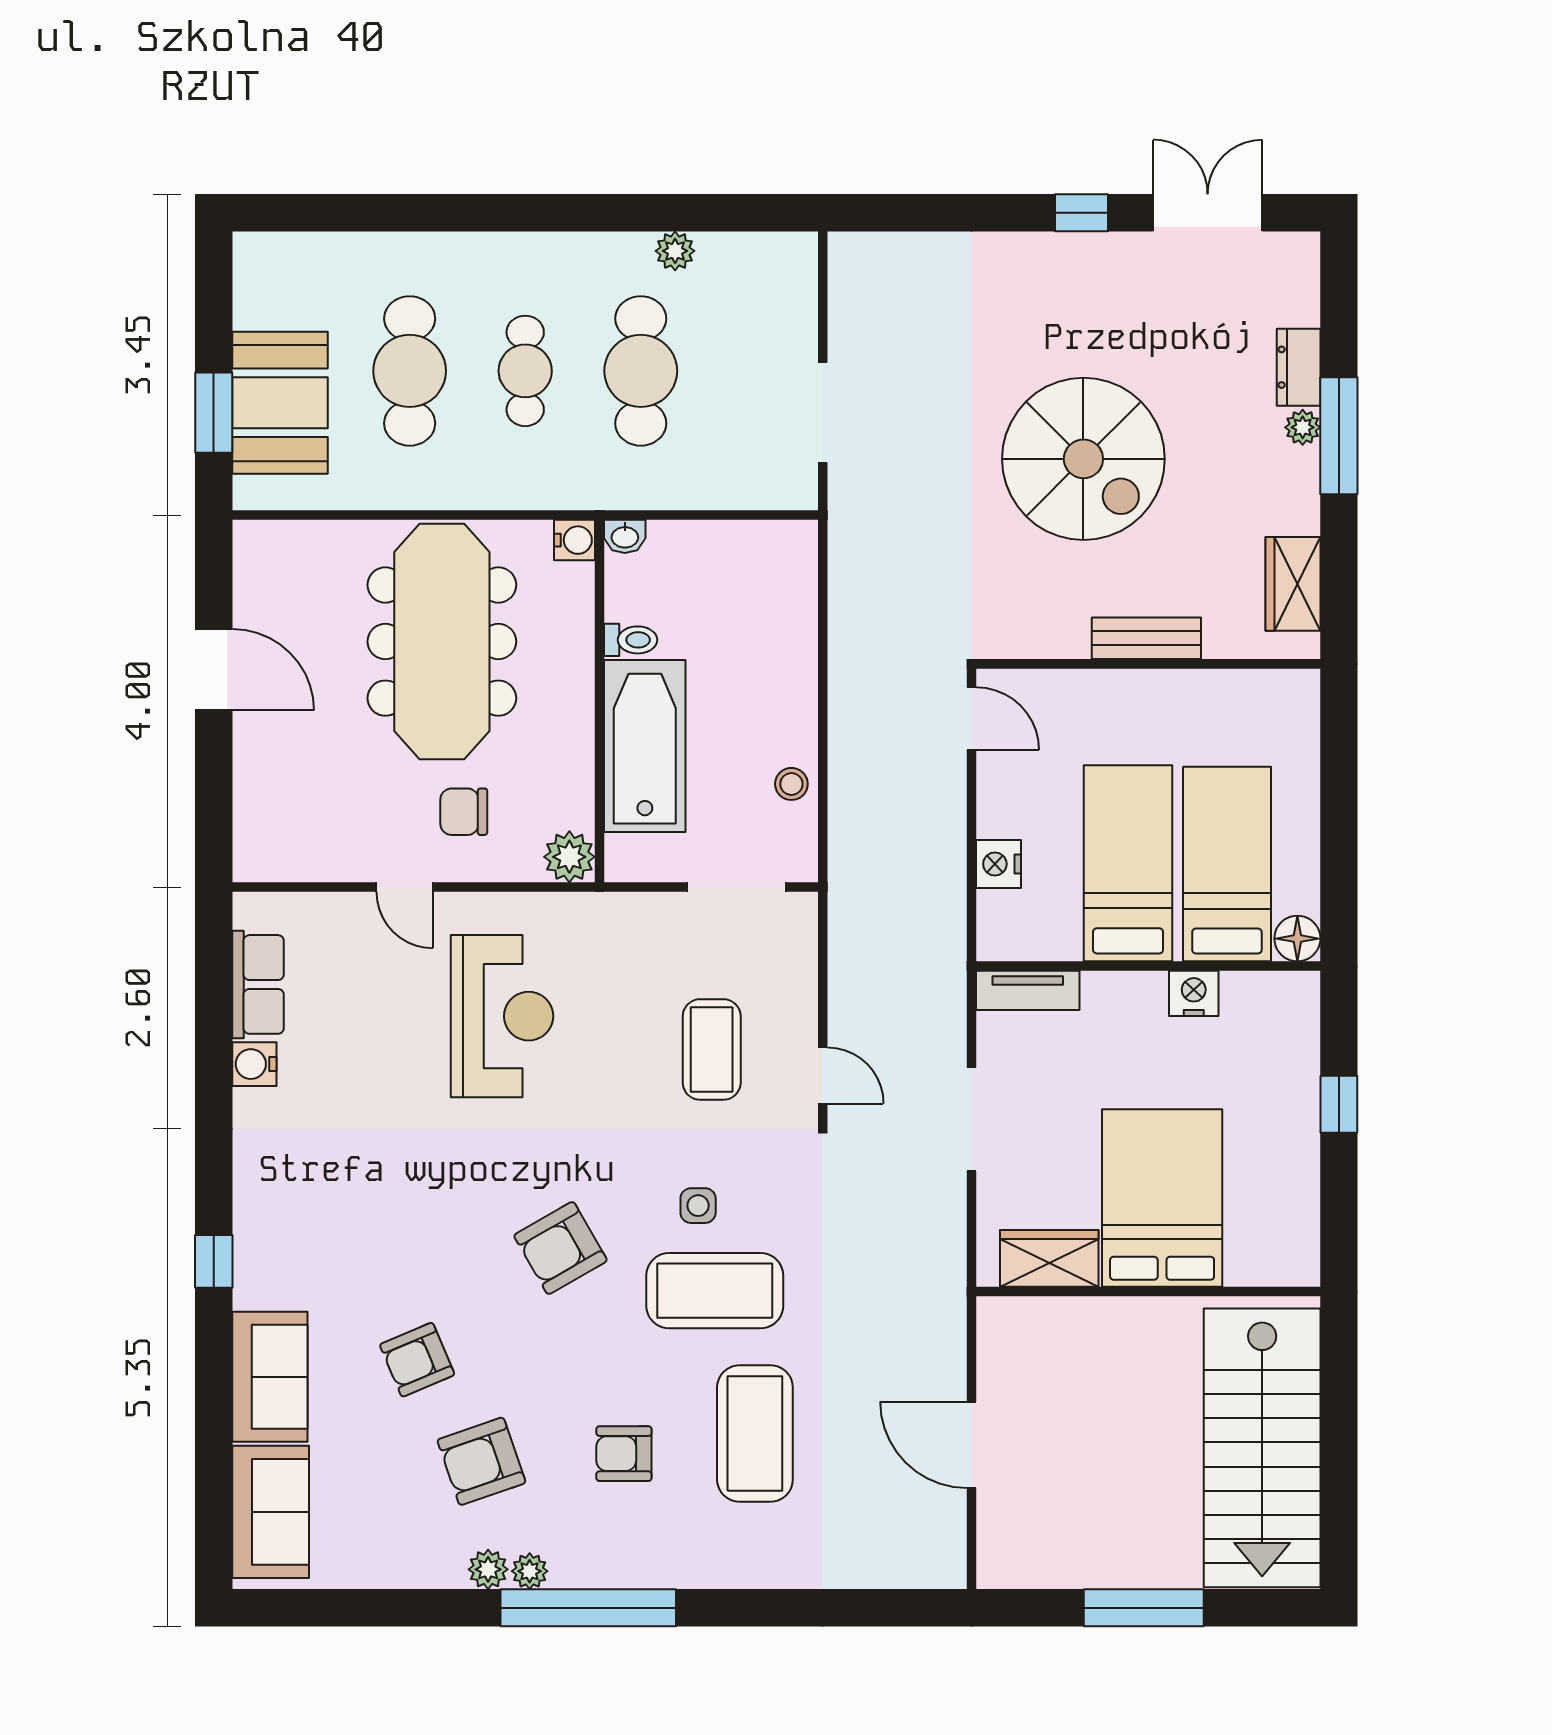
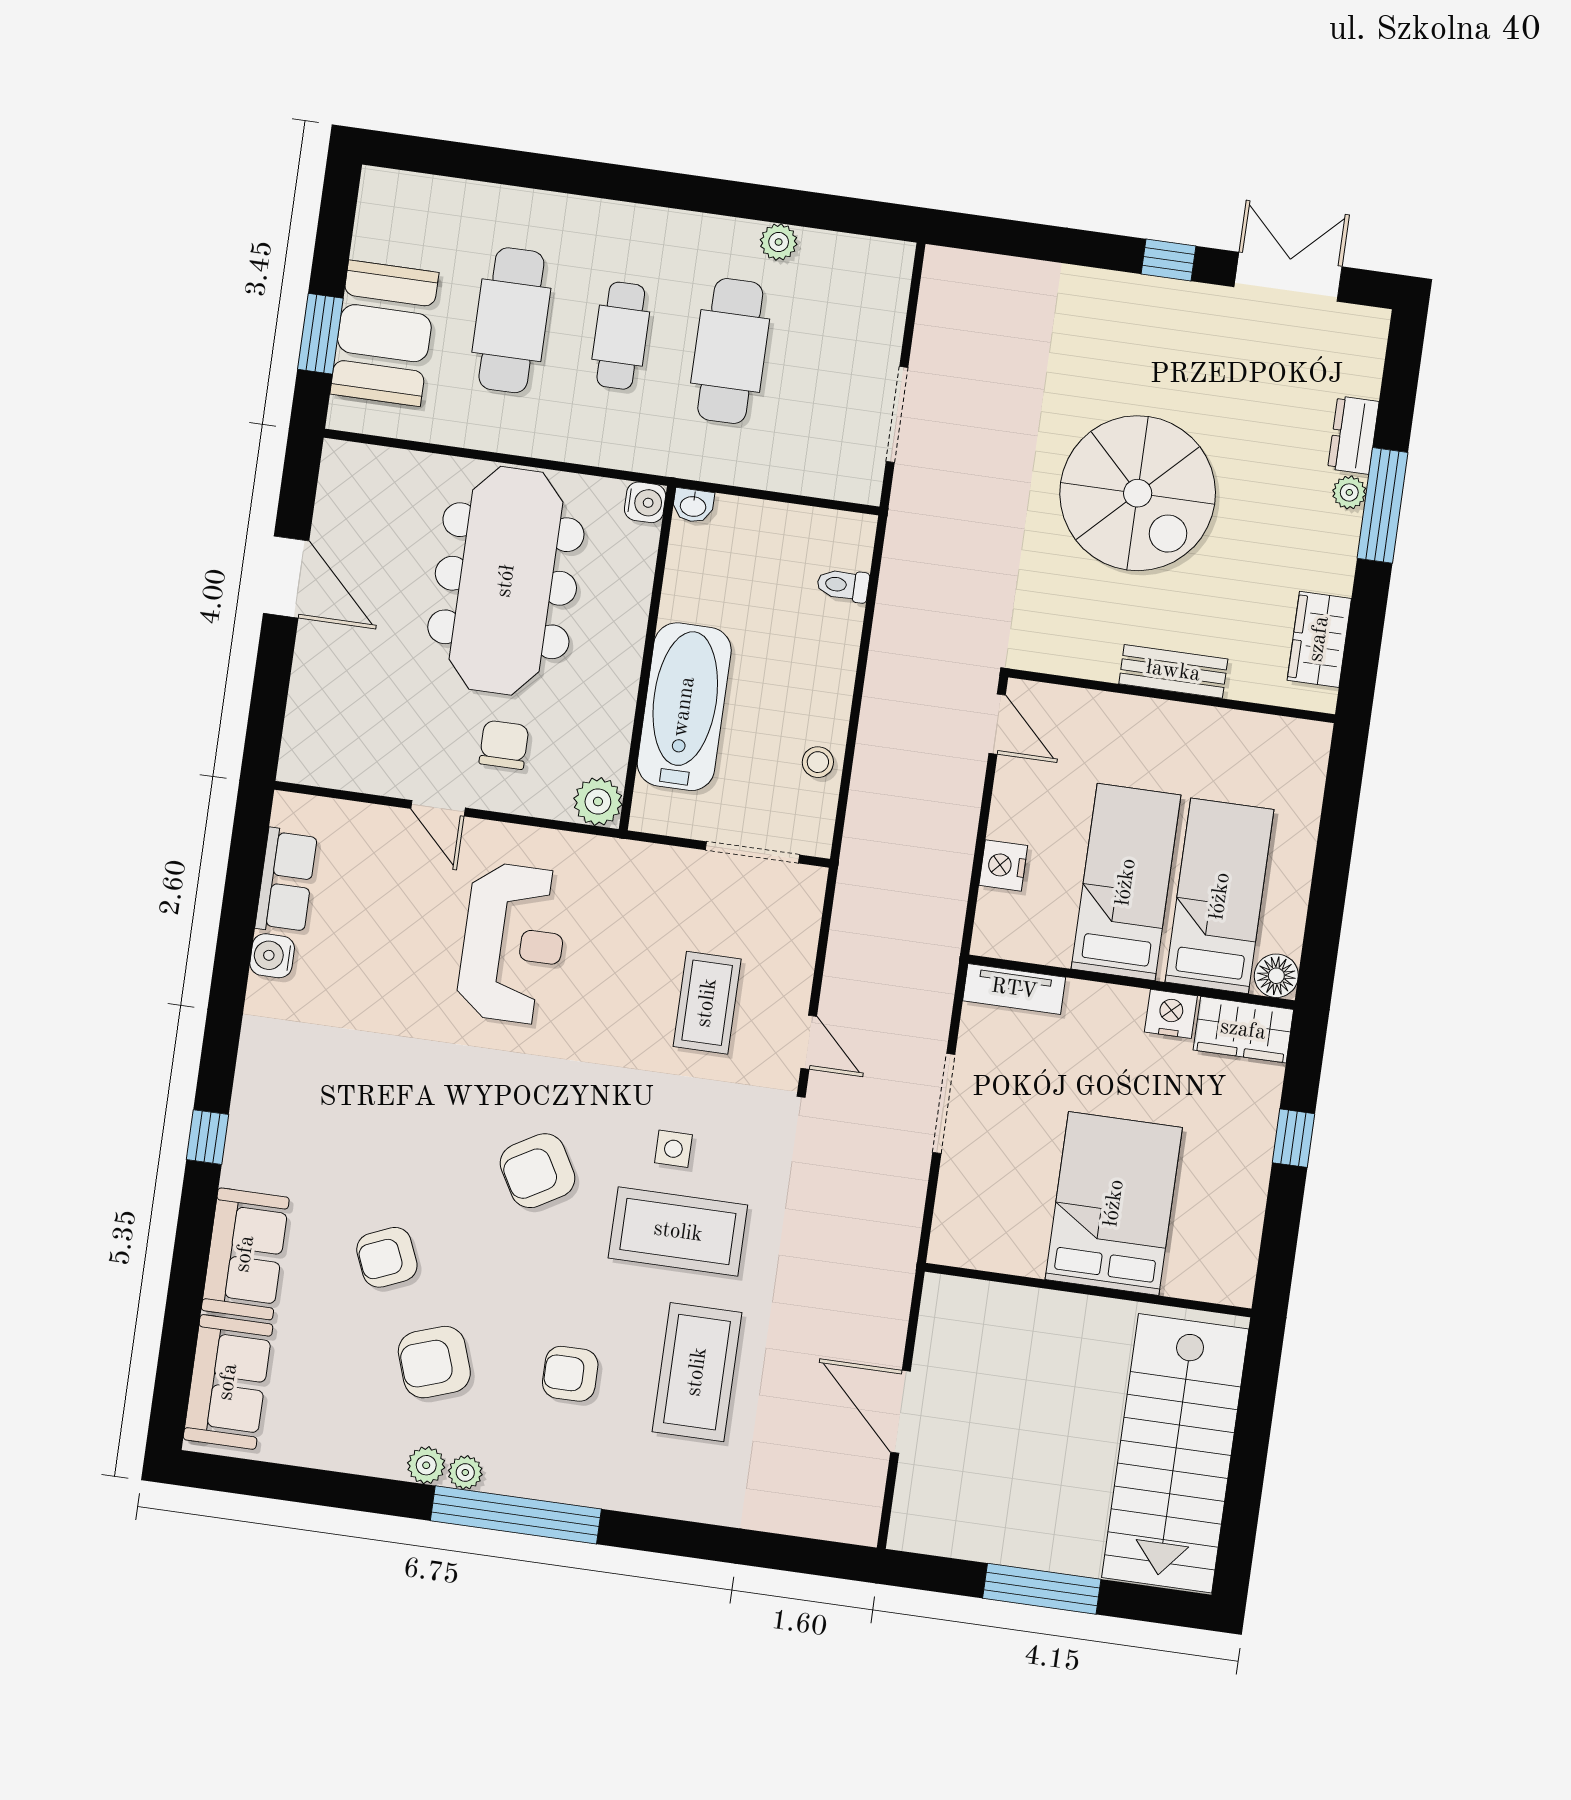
toilet: (631, 640) -> (843, 585), moved, turned 180
chair: (464, 812) -> (504, 745), turned 90
wardrobe: (1049, 1258) -> (1243, 1030), moved, turned 180

